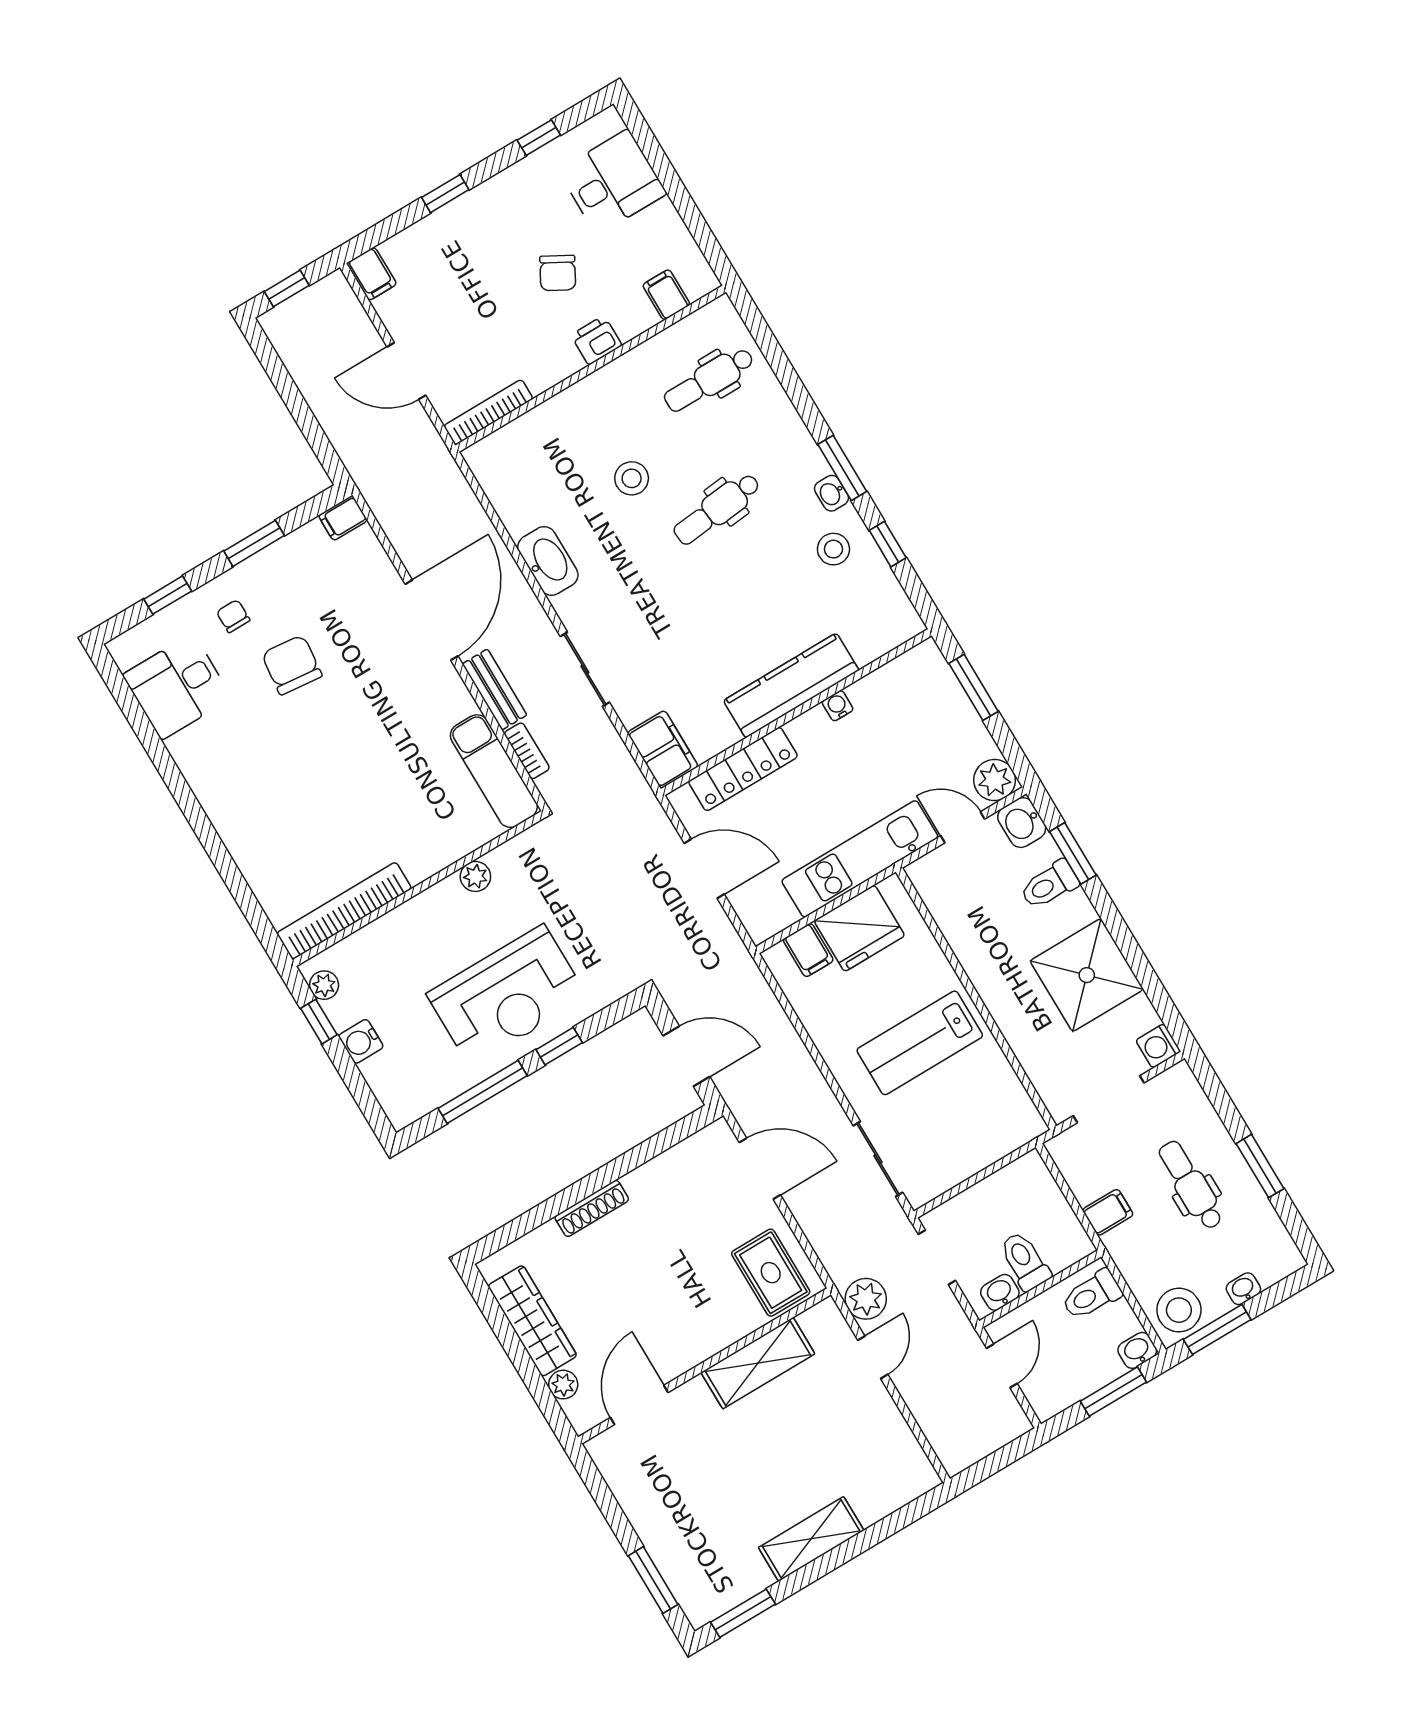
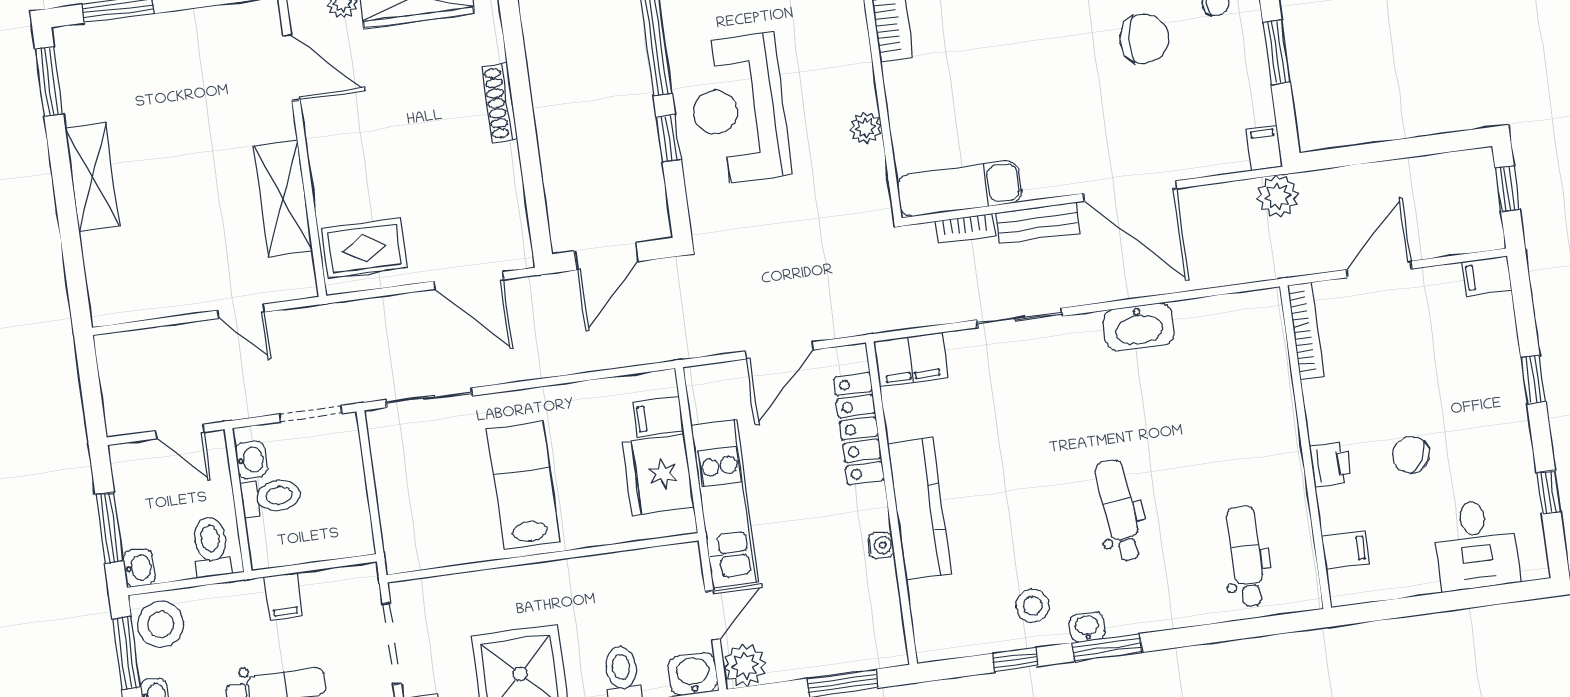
stool: (632, 478) -> (1184, 441), removed
door: (760, 1169) -> (469, 280), hinge flipped
plant: (866, 1299) -> (1278, 196), moved

